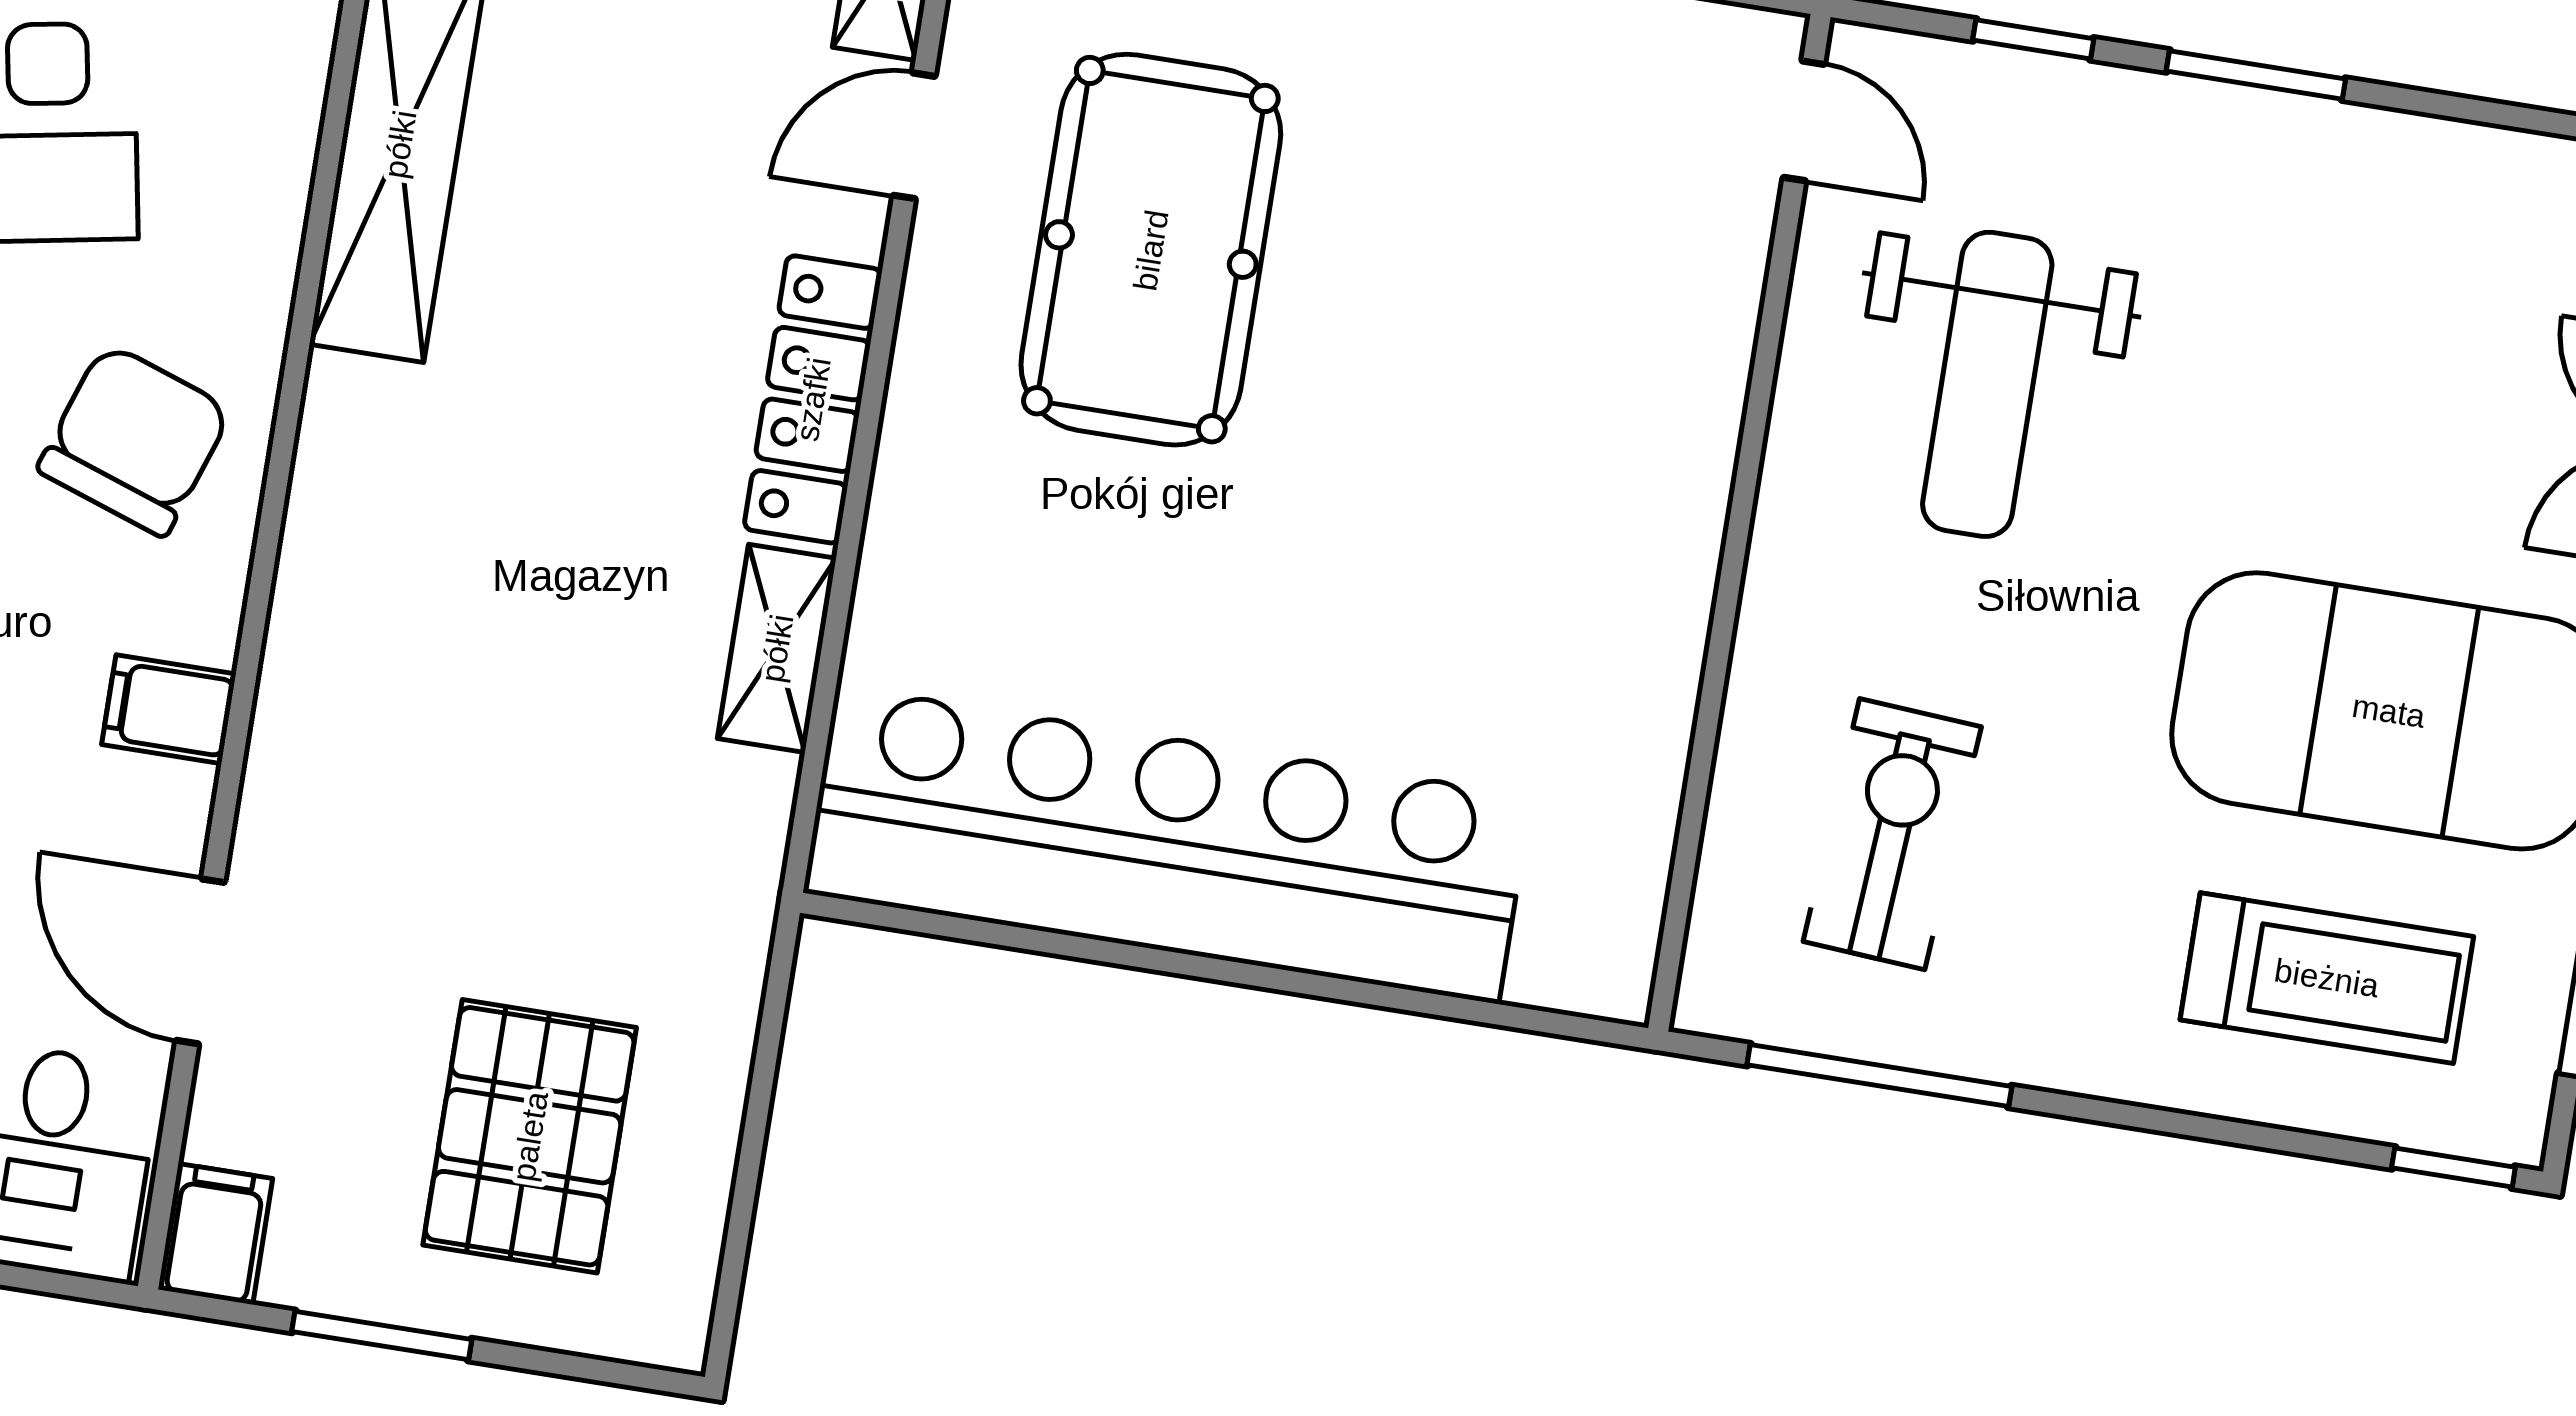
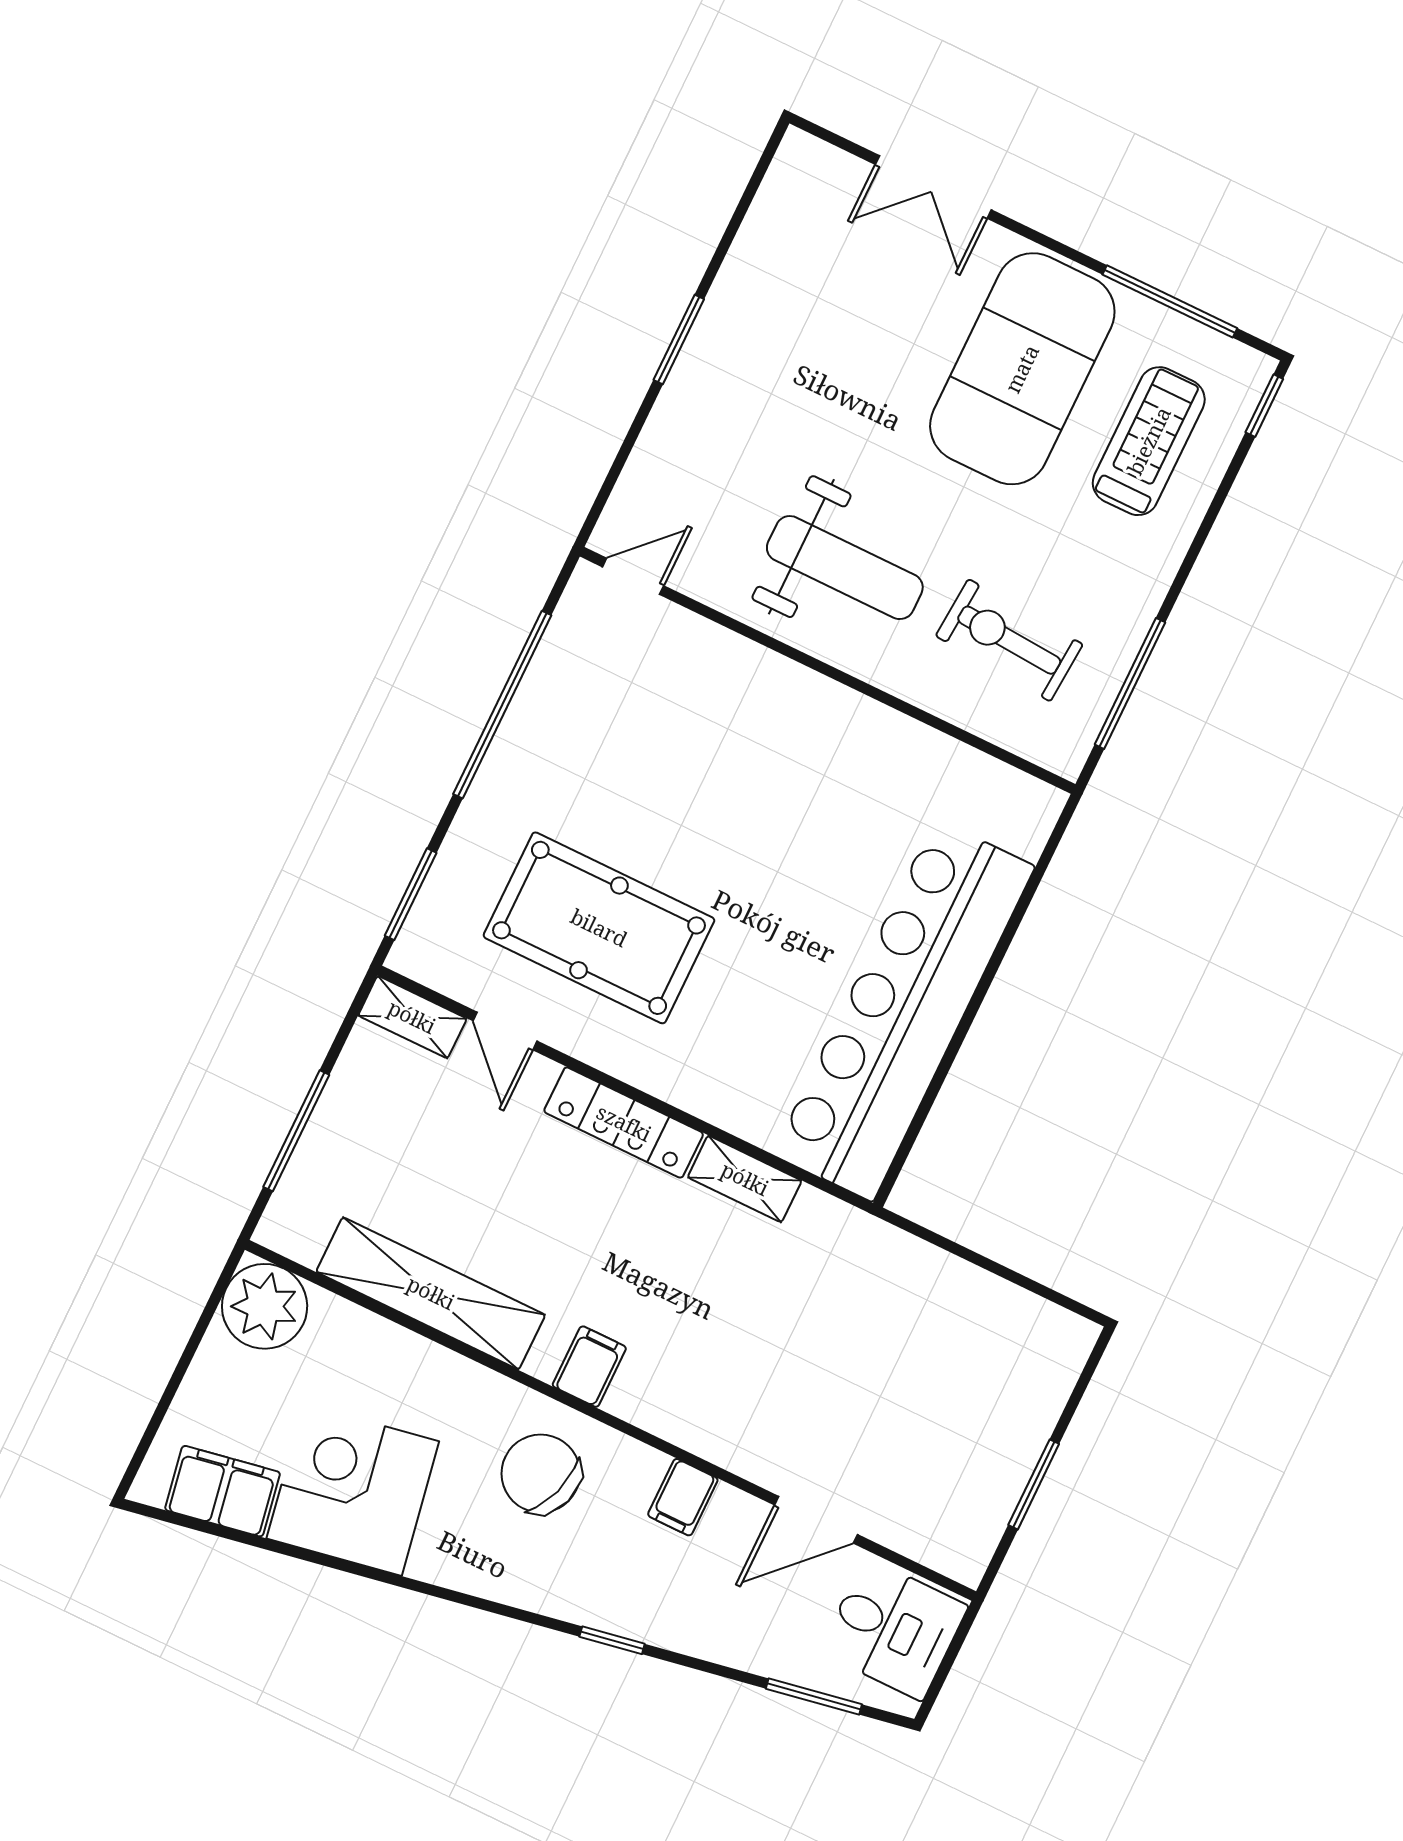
window: (2033, 39) -> (627, 447), removed
weight bench: (1987, 384) -> (845, 568), moved
pallet: (530, 1136) -> (955, 1379), removed
filing cabinet: (215, 1234) -> (589, 1367), moved, turned 90

